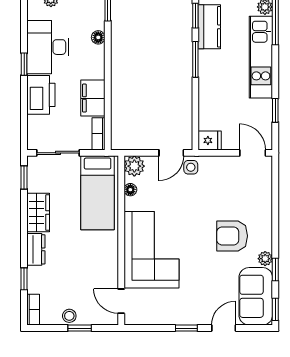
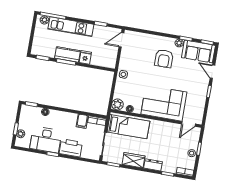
kitchen counter: (209, 27) -> (67, 54), moved
filing cabinet: (93, 98) -> (82, 121), width x0.50
fridge: (210, 140) -> (85, 57), moved
door: (171, 153) -> (114, 83), removed

